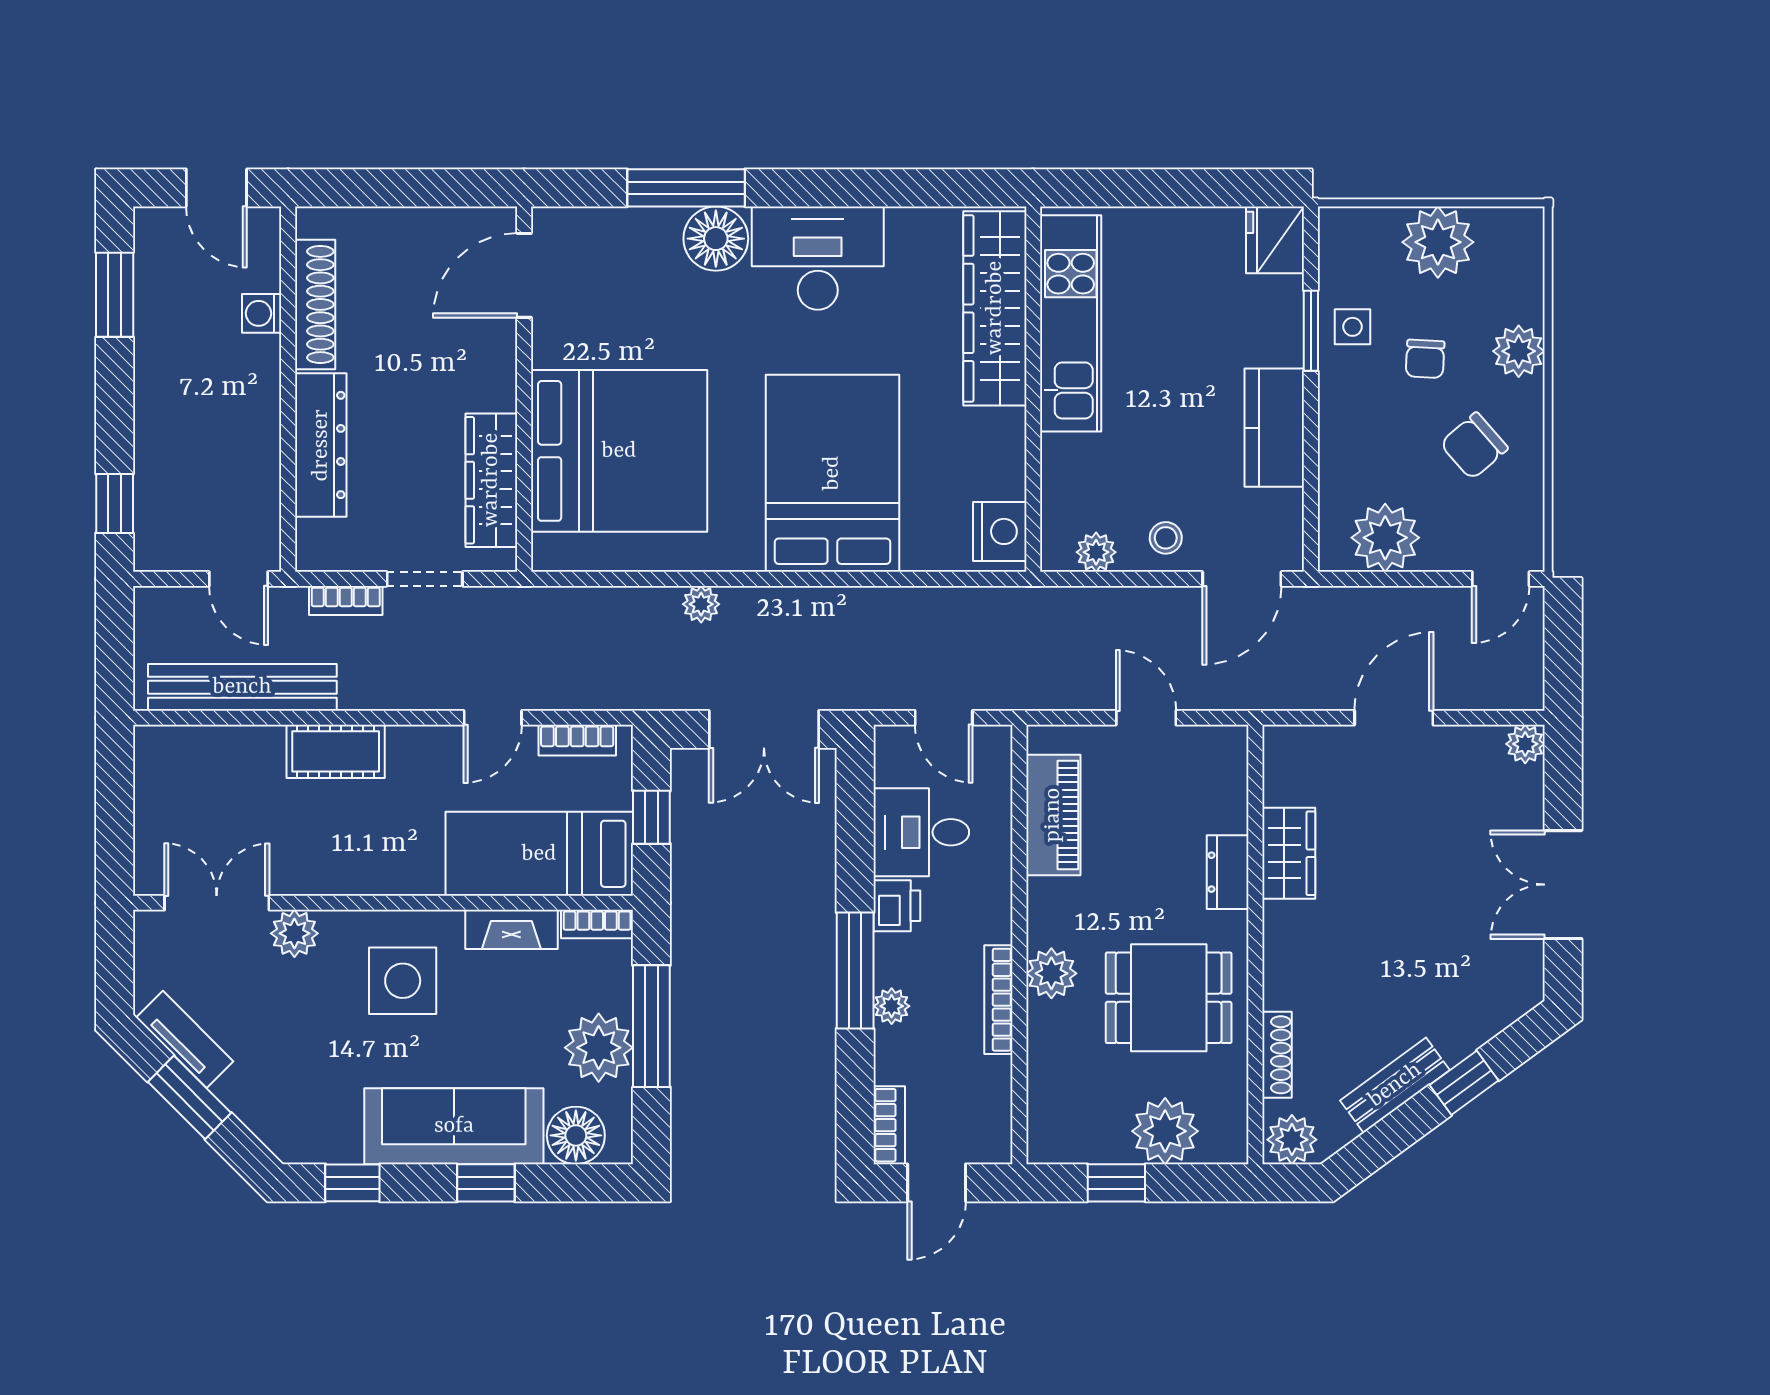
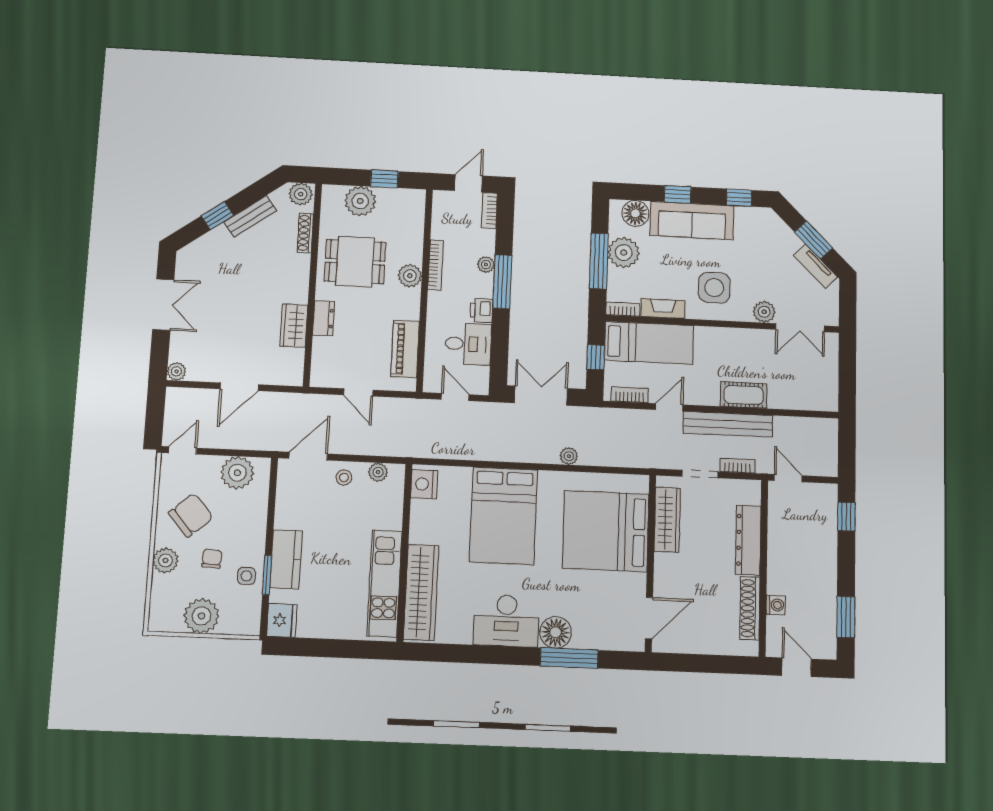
kitchen counter: (1274, 428) -> (286, 559), moved
chair: (1474, 446) -> (191, 515), width x1.37, depth x1.37
bench: (242, 687) -> (728, 424), moved

